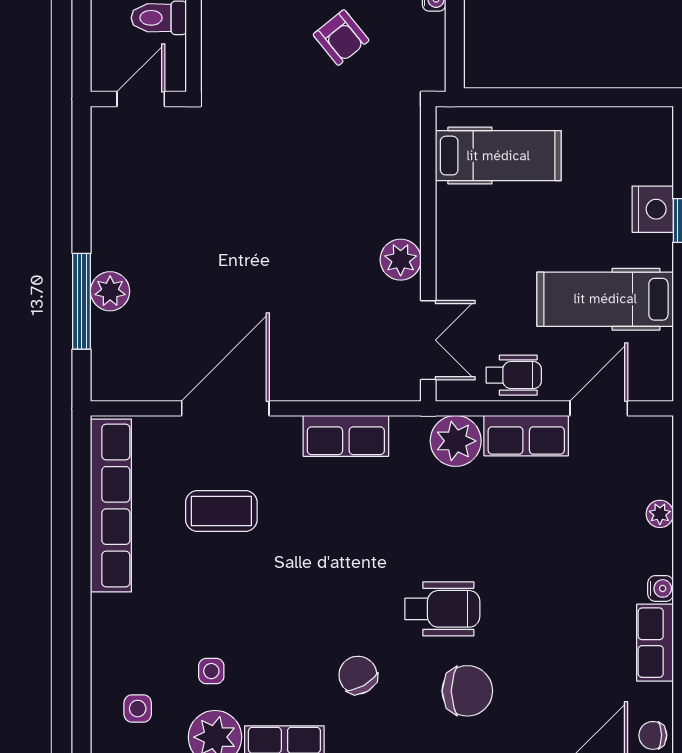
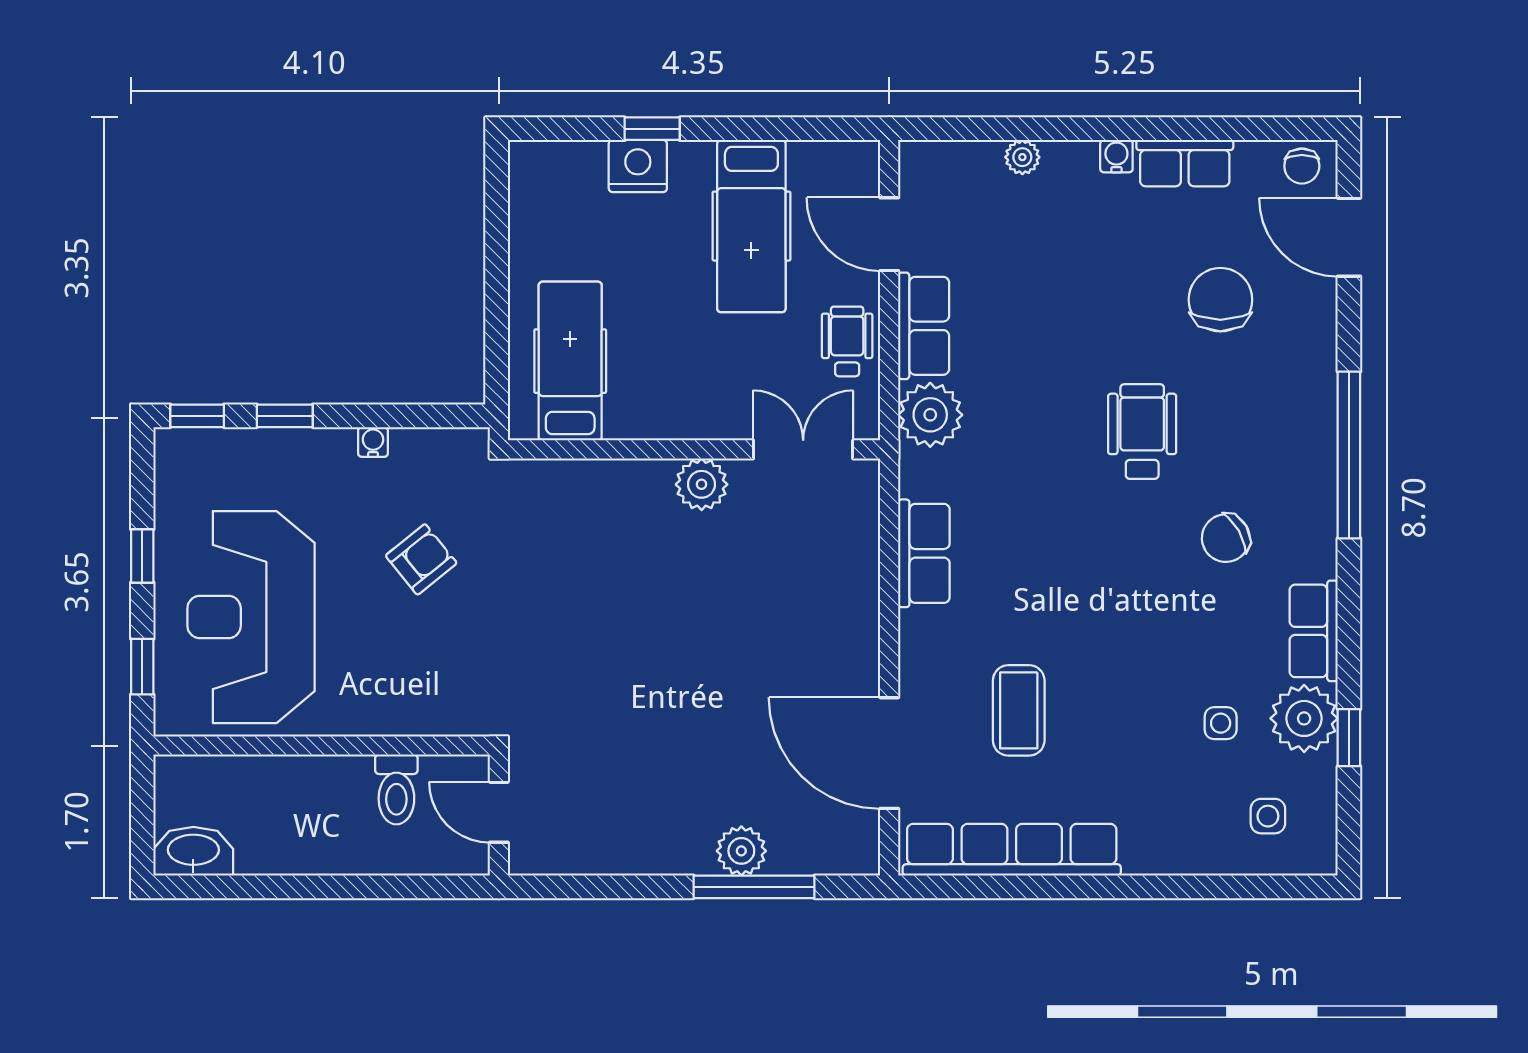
door: (225, 408) -> (889, 753), moved
chair: (467, 691) -> (1220, 300), moved

